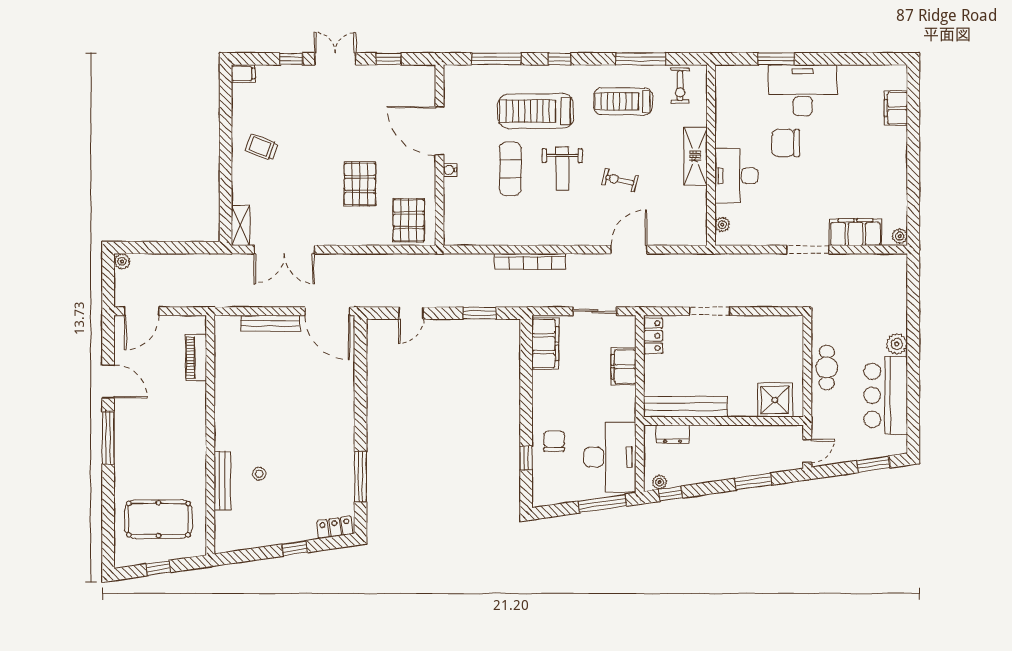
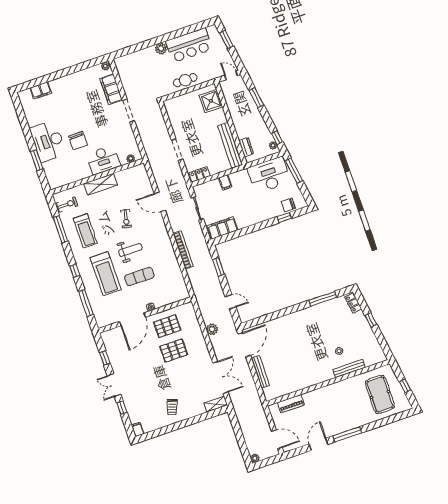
pallet: (409, 220) -> (167, 326), moved
plant: (374, 264) -> (212, 329), added
filing cabinet: (624, 367) -> (225, 182), width x0.50
chair: (554, 441) -> (288, 205), moved

